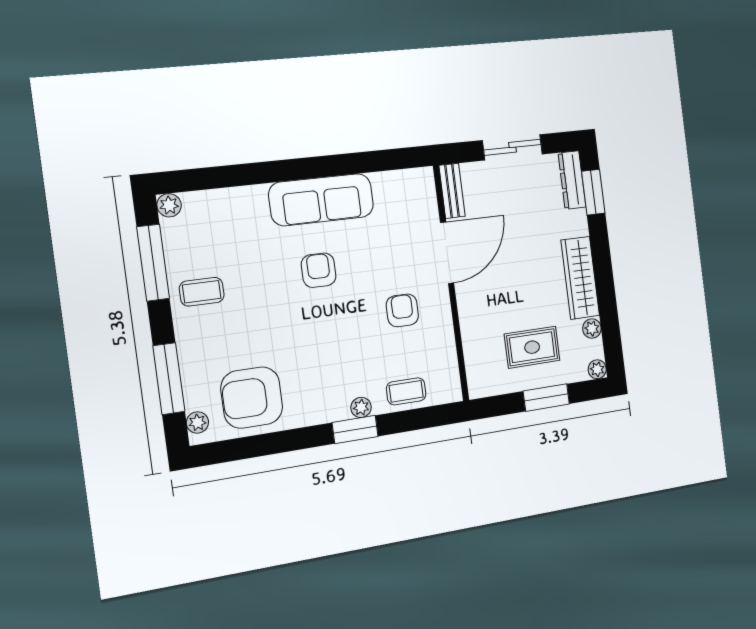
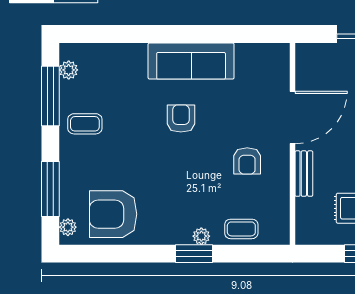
bench: (452, 191) -> (304, 174), moved
plant: (169, 205) -> (69, 70), moved
armchair: (402, 310) -> (247, 161), turned 180

